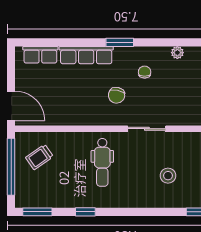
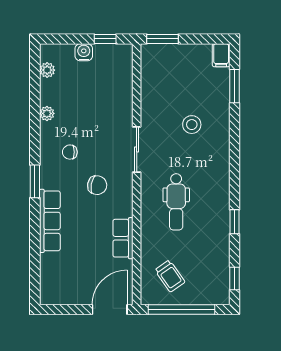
row of seats: (40, 55) -> (123, 238), moved, turned 180
dental chair: (102, 162) -> (176, 202), turned 90
window: (37, 212) -> (234, 278), width x0.67

